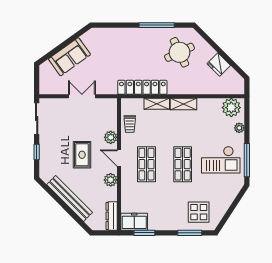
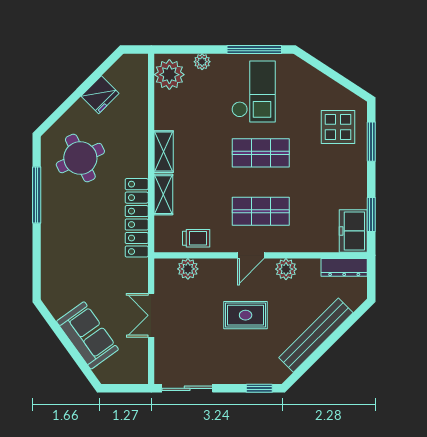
plant: (111, 137) -> (188, 269), moved
window: (37, 152) -> (259, 388), moved

